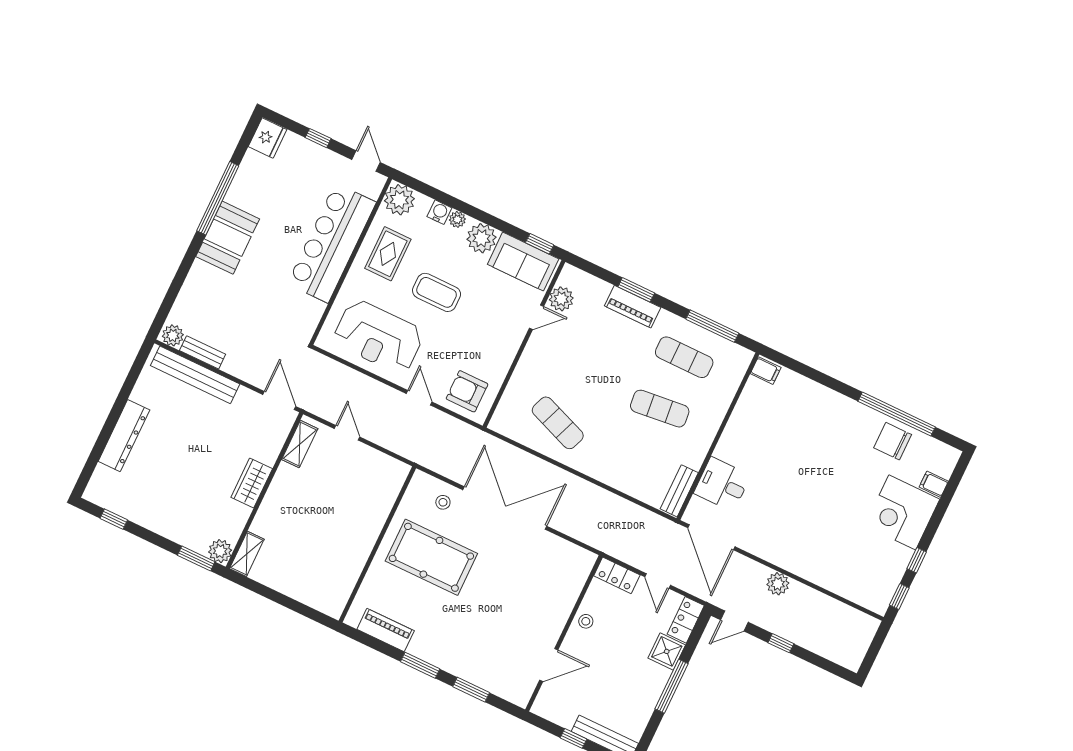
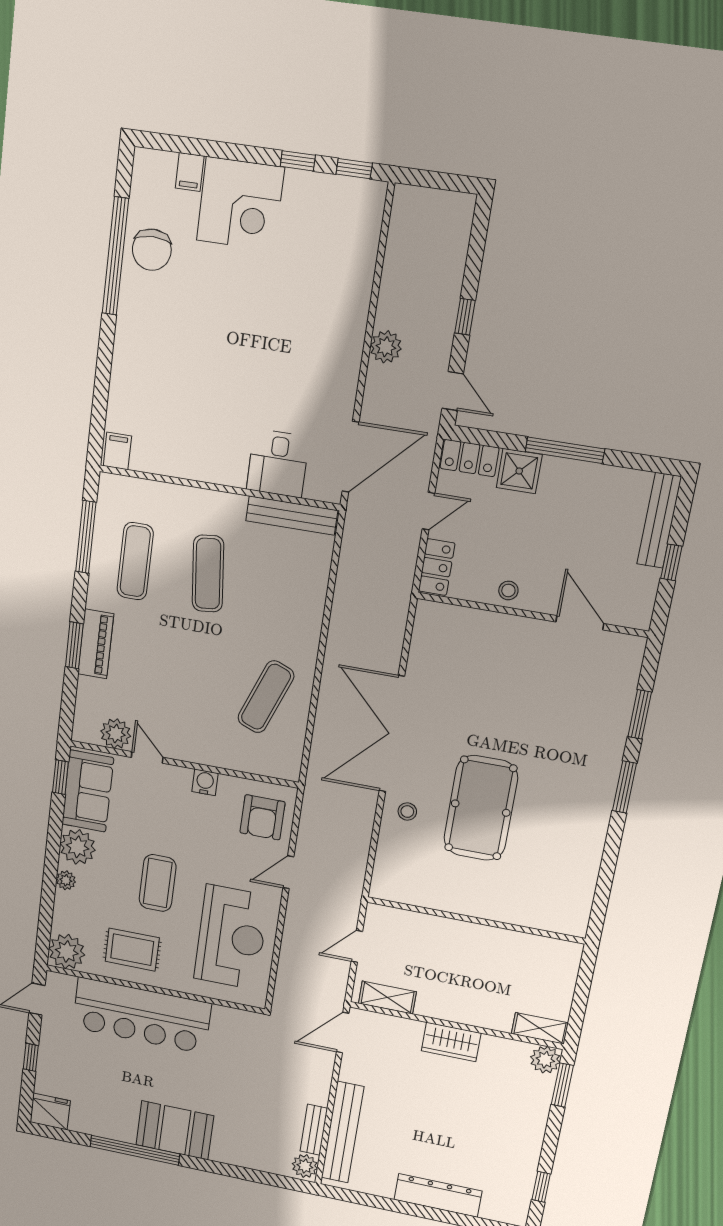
water cooler: (439, 212) -> (205, 782), moved, turned 90
bench: (679, 491) -> (292, 516), width x1.36
wall: (377, 544) -> (475, 920), moved
piano: (386, 630) -> (590, 841), removed

